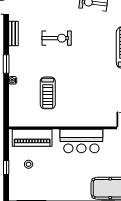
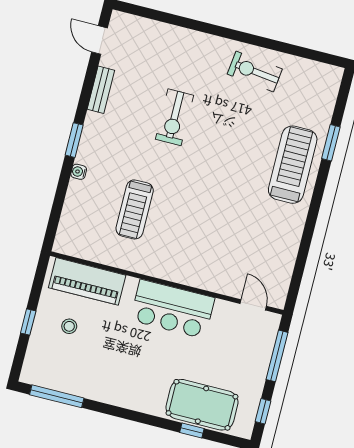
exercise bike: (57, 38) -> (174, 117), turned 90

